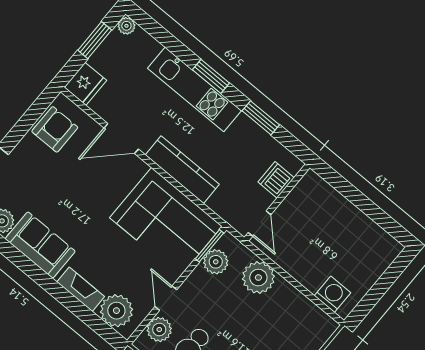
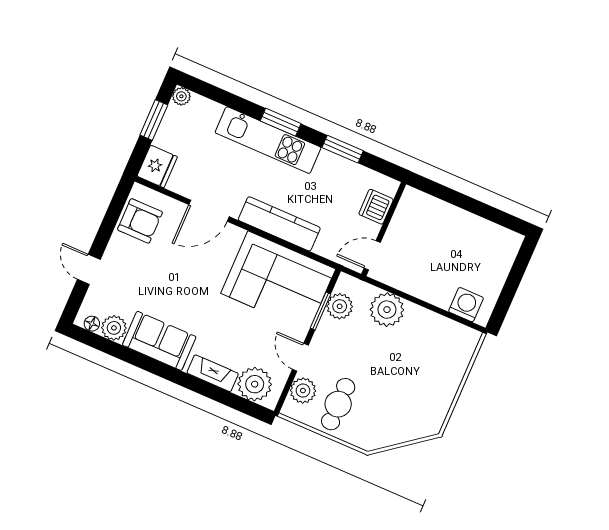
armchair: (55, 129) -> (140, 221), turned 90
door: (259, 224) -> (372, 255), swing flipped
window: (209, 246) -> (320, 311), moved

